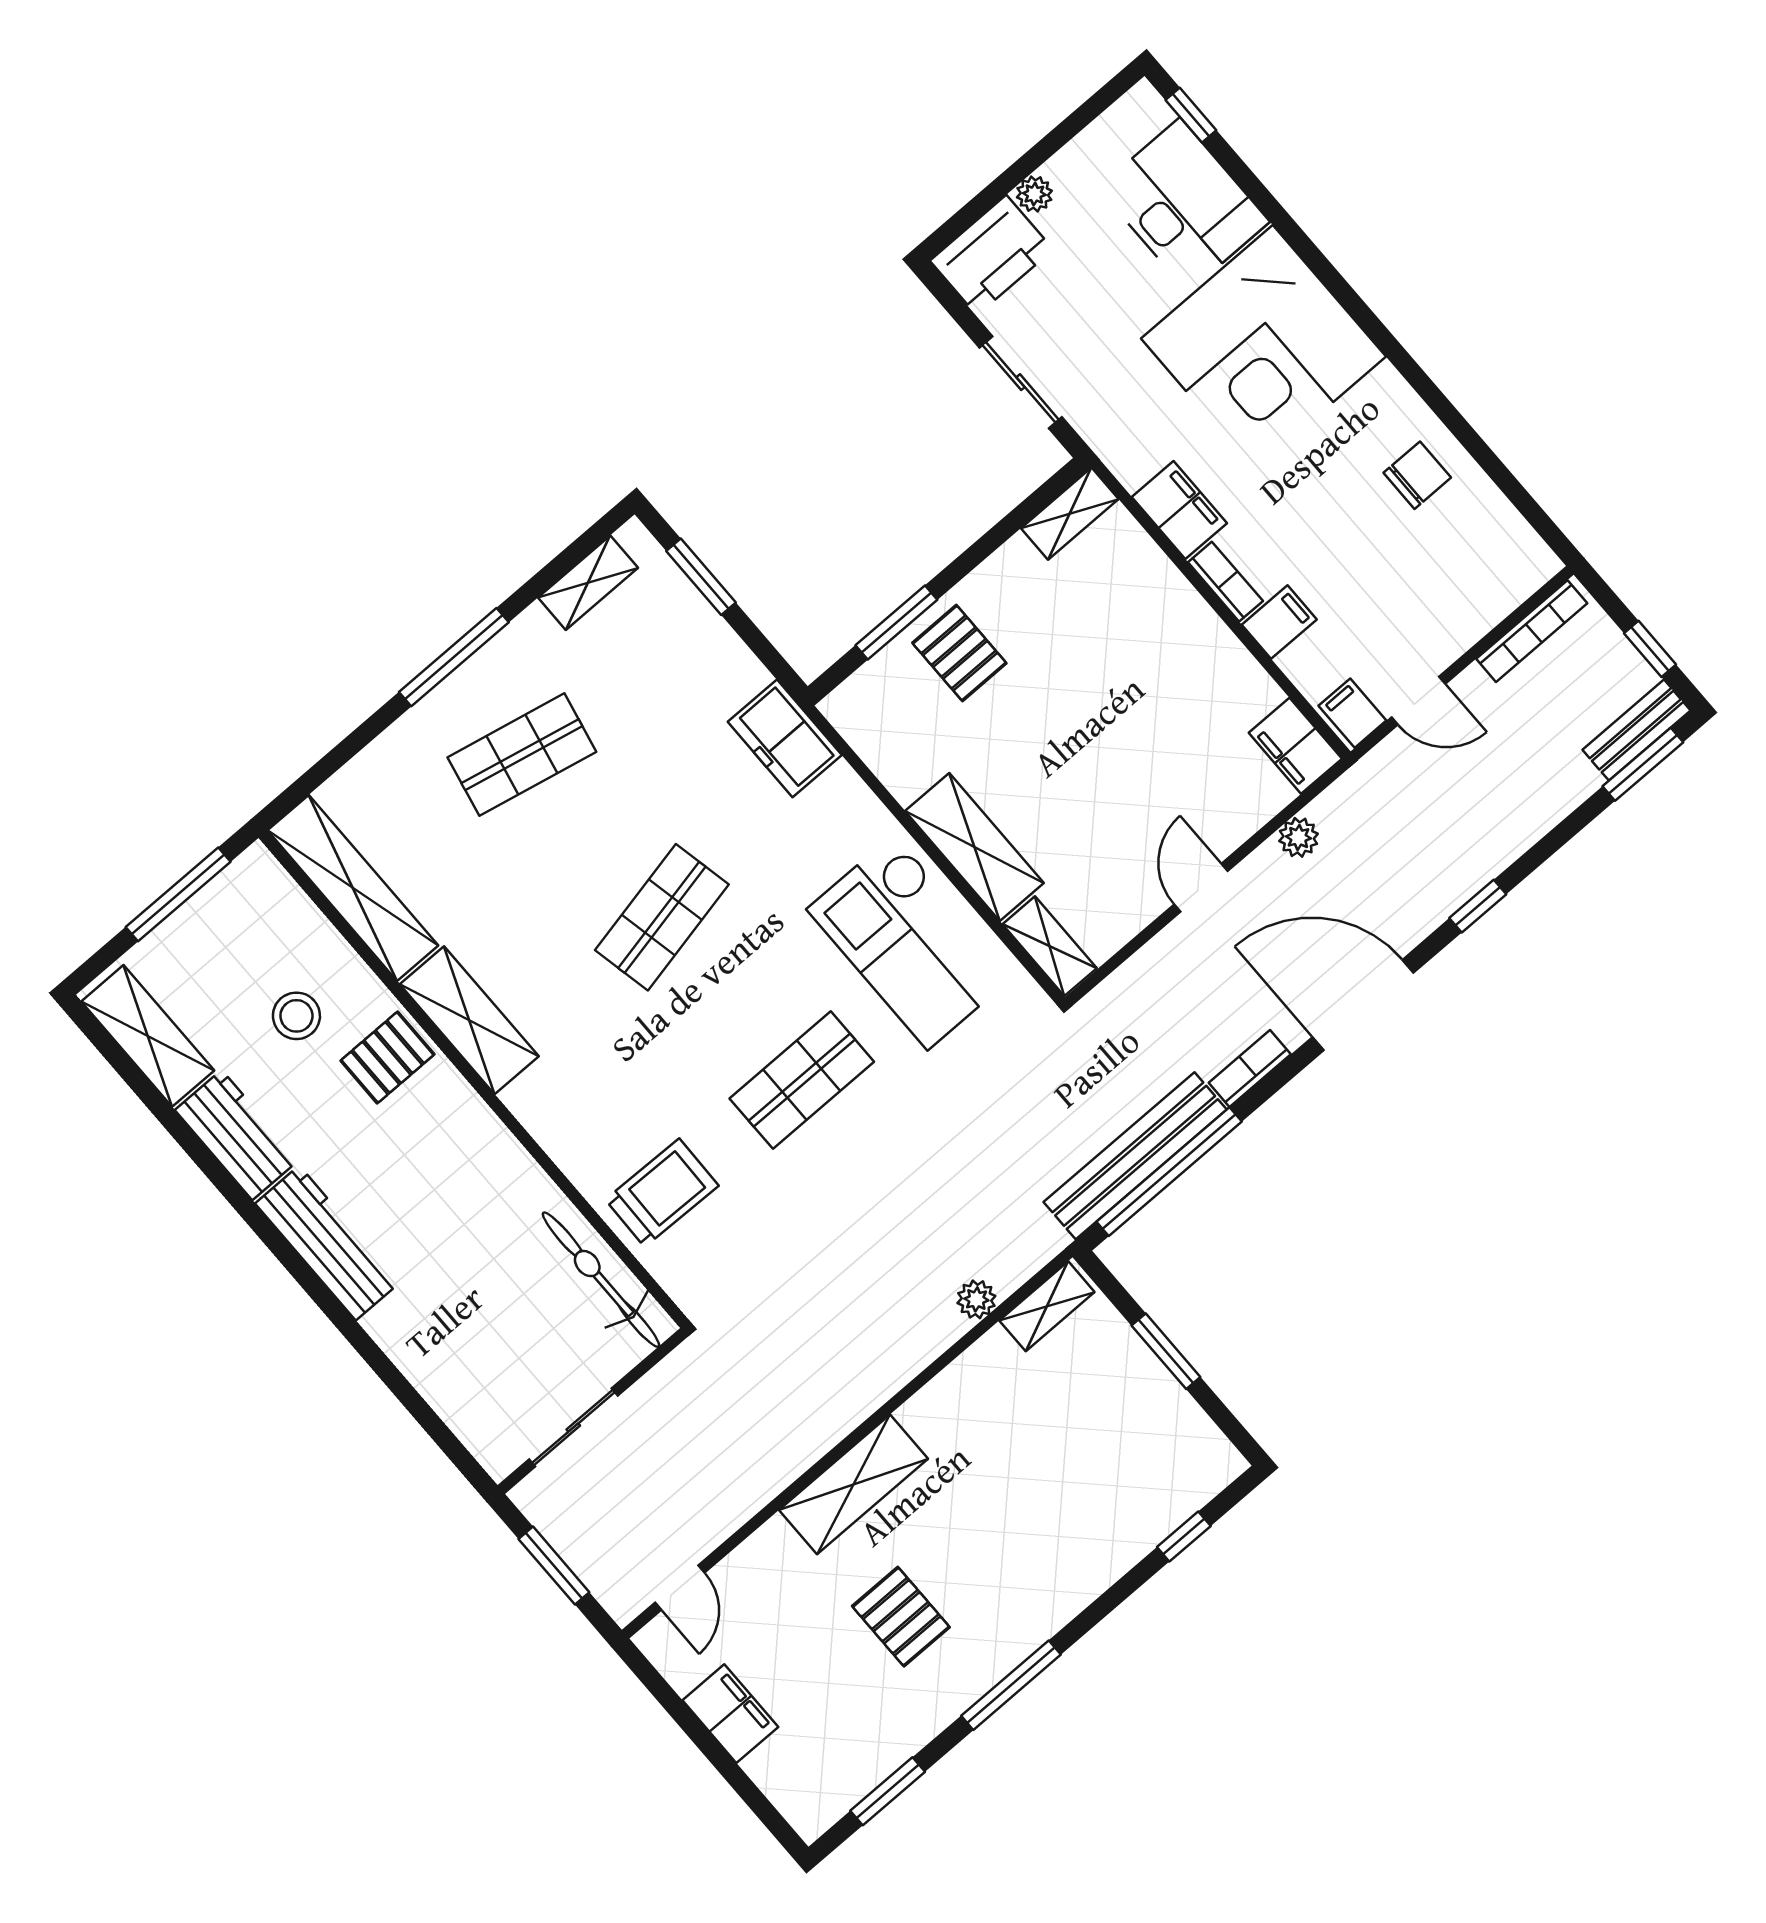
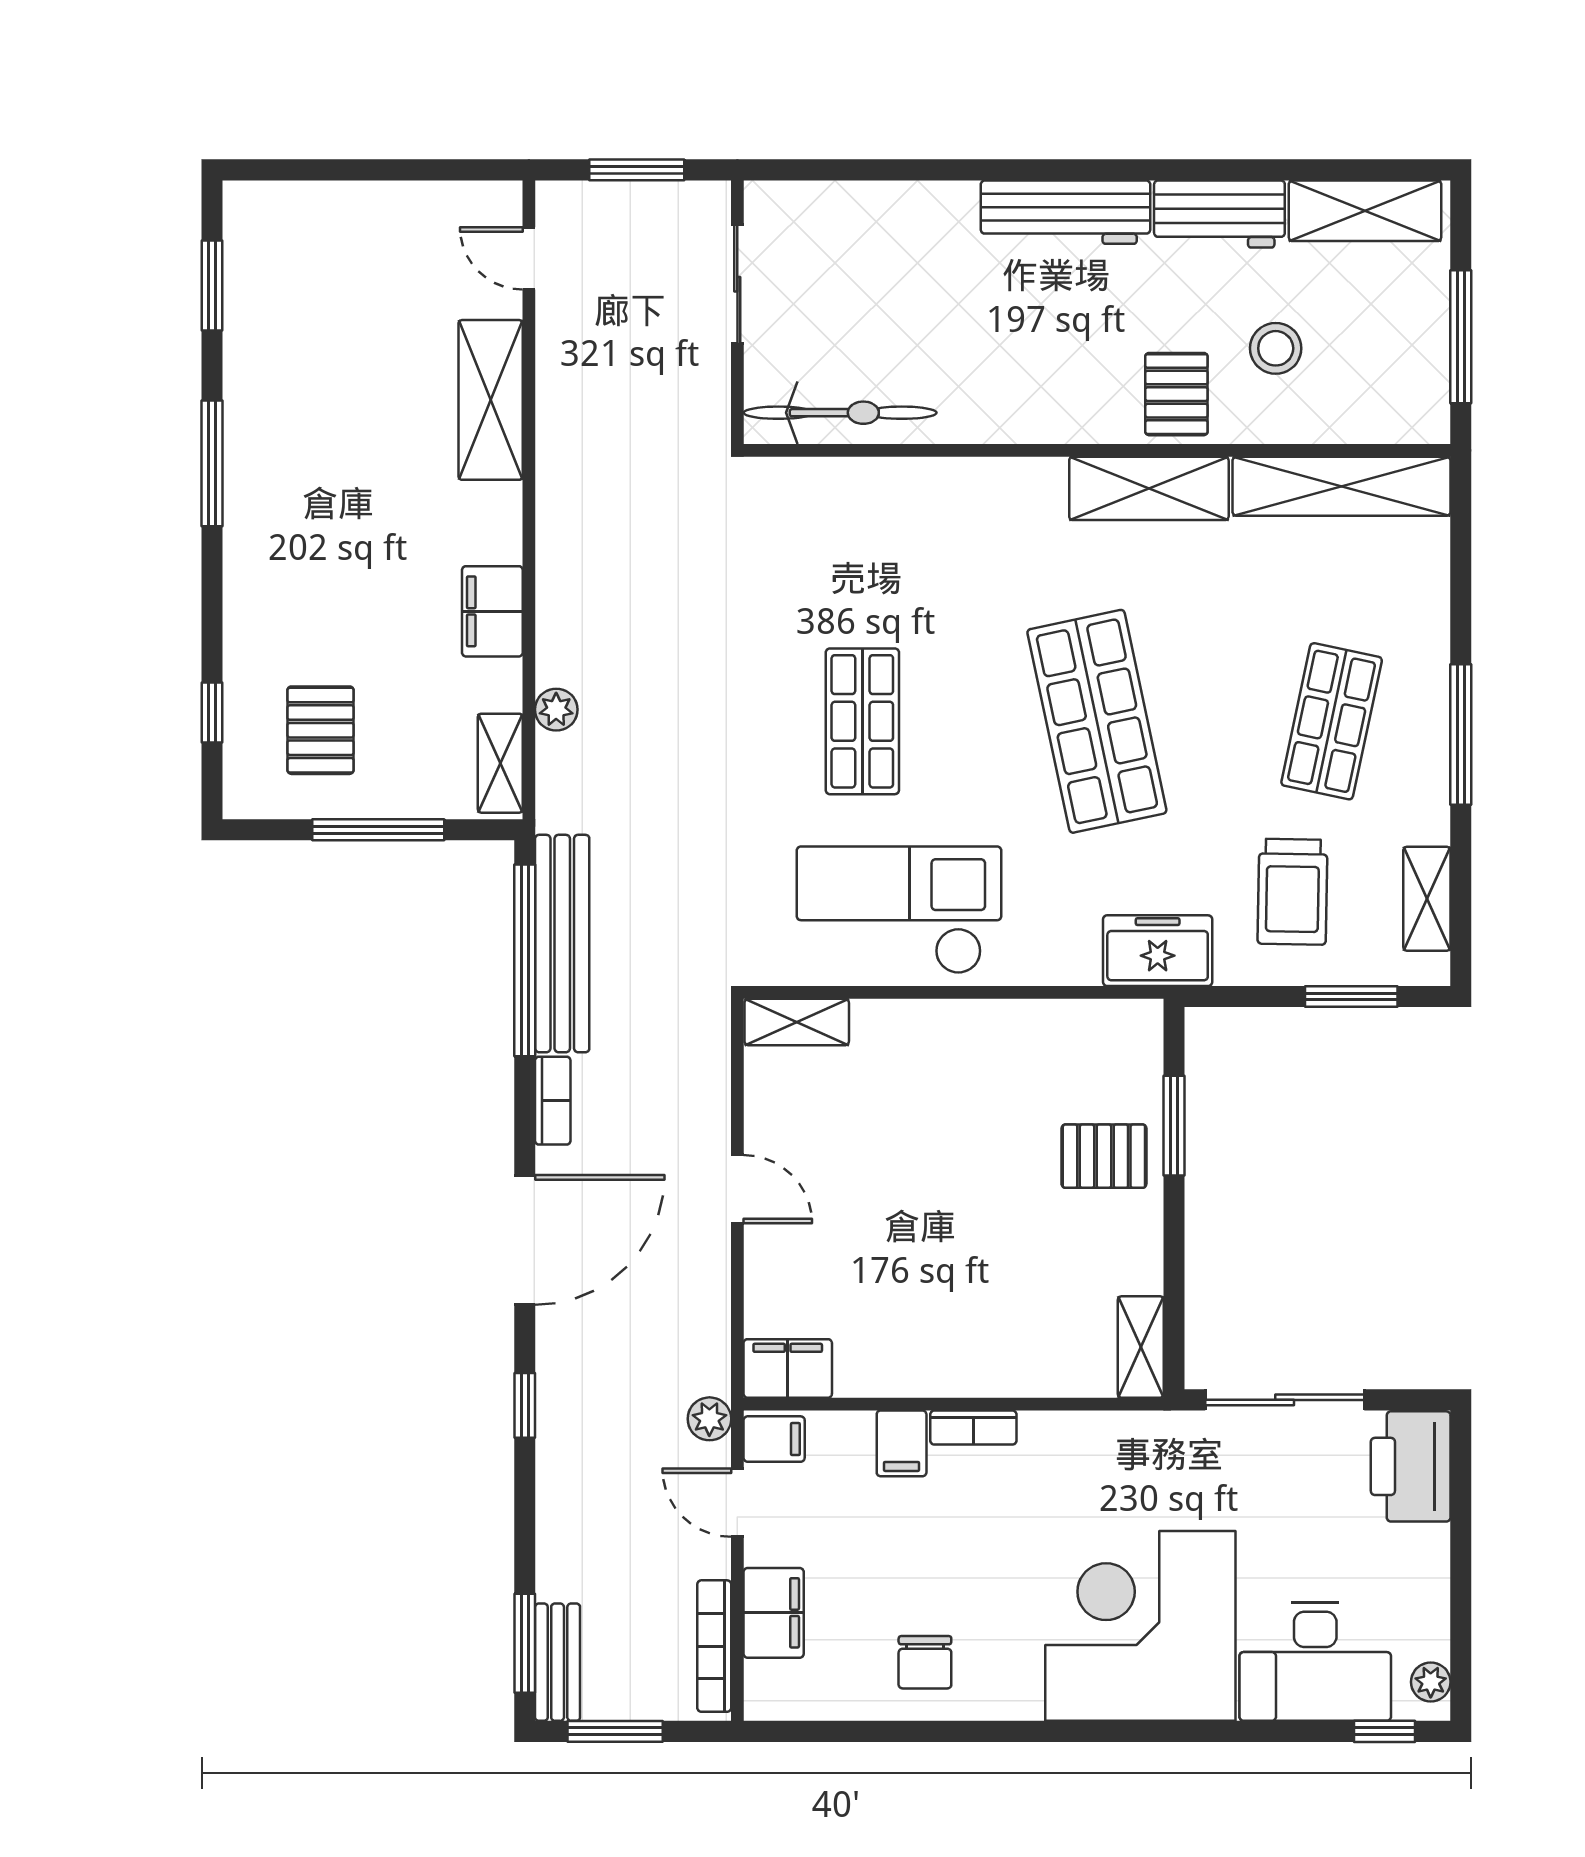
plant: (1034, 194) -> (1431, 1682), moved
sliding door: (1021, 382) -> (1285, 1400), width x1.37
filing cabinet: (1179, 510) -> (774, 1613), moved, turned -90
window: (1650, 649) -> (615, 1731), width x1.50
door: (1418, 701) -> (737, 1503), hinge flipped
plant: (1299, 837) -> (709, 1419), moved
shelving: (974, 847) -> (932, 1030), removed
shop shelf: (662, 917) -> (1097, 721), width x1.43, depth x1.36
trolley: (662, 1193) -> (1292, 892), moved
window: (1166, 1351) -> (378, 830), width x1.44
shelving: (853, 1484) -> (491, 400), moved
pallet: (901, 1617) -> (321, 730), moved, turned 90
filing cabinet: (730, 1714) -> (492, 611), moved, turned 90

